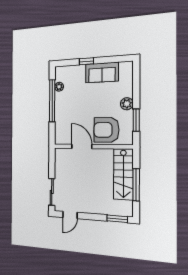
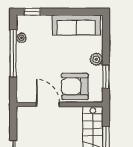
window: (86, 61) -> (32, 12), moved
sofa: (102, 73) -> (76, 25), width x1.36

